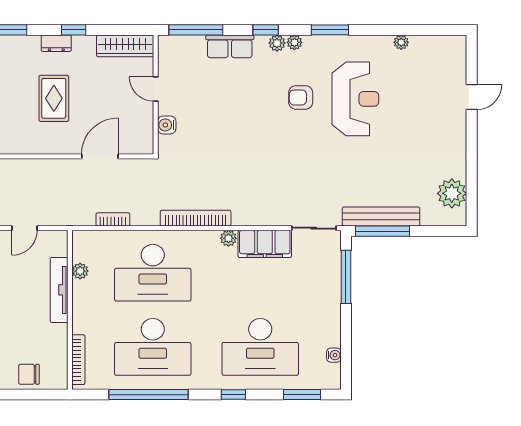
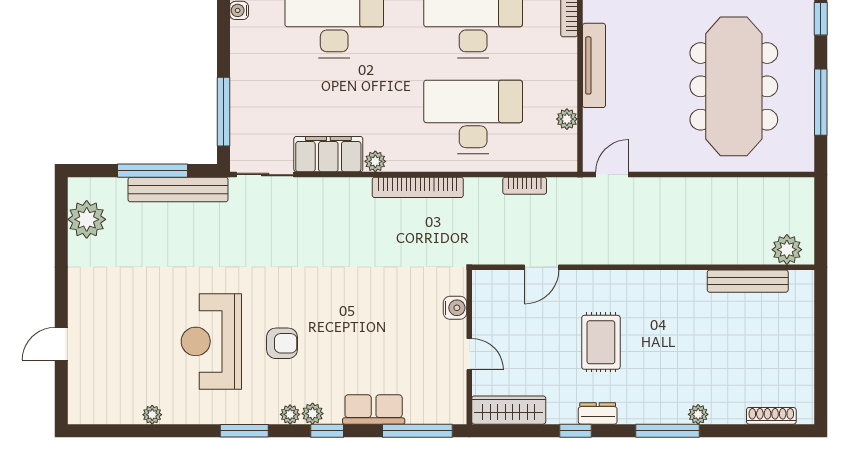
door: (100, 156) -> (542, 267), width x0.73
door: (25, 228) -> (612, 175), moved
window: (383, 231) -> (152, 171), moved
tv unit: (59, 290) -> (594, 65), moved

